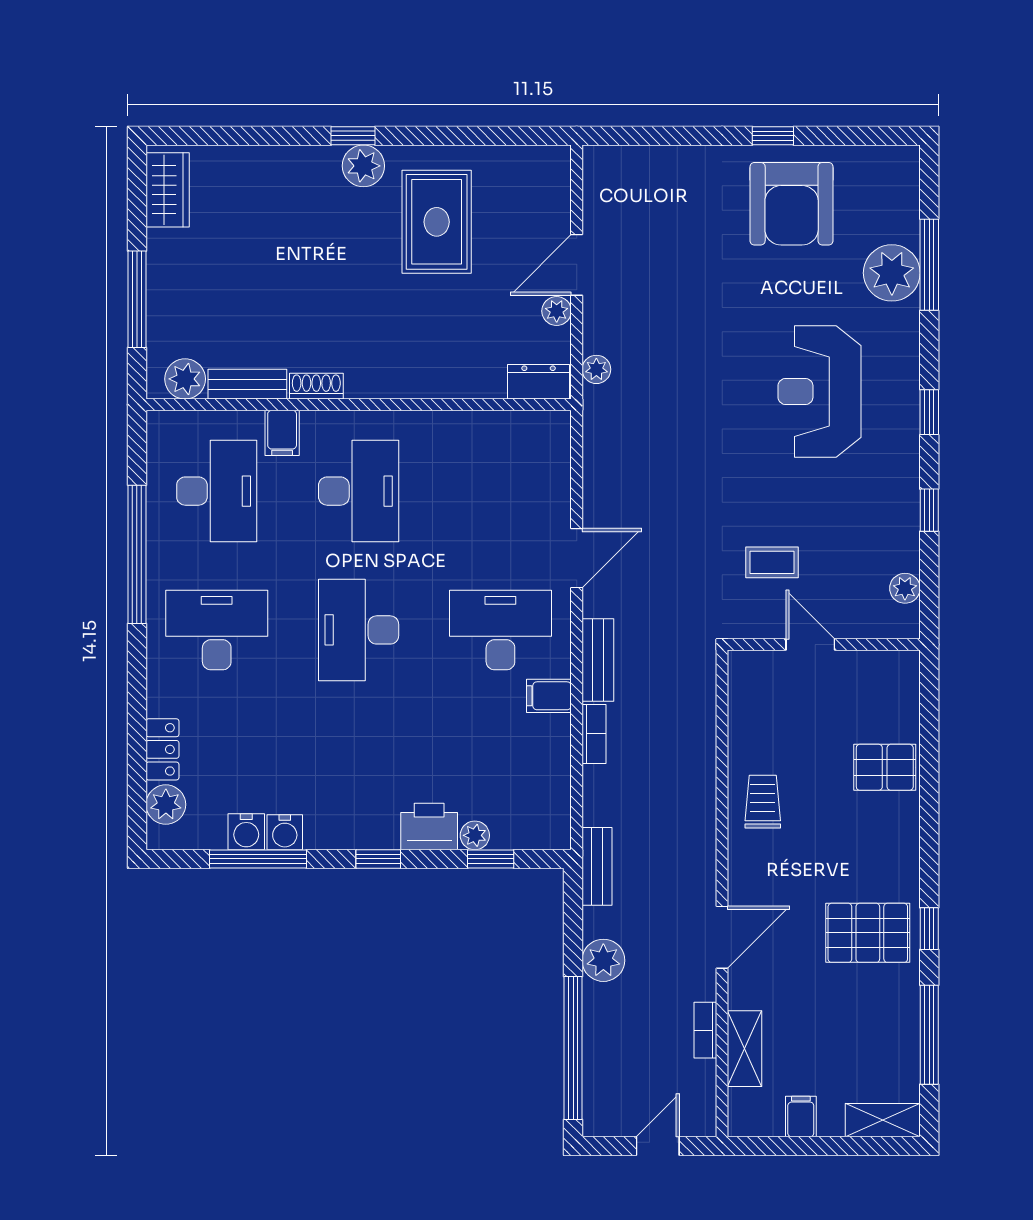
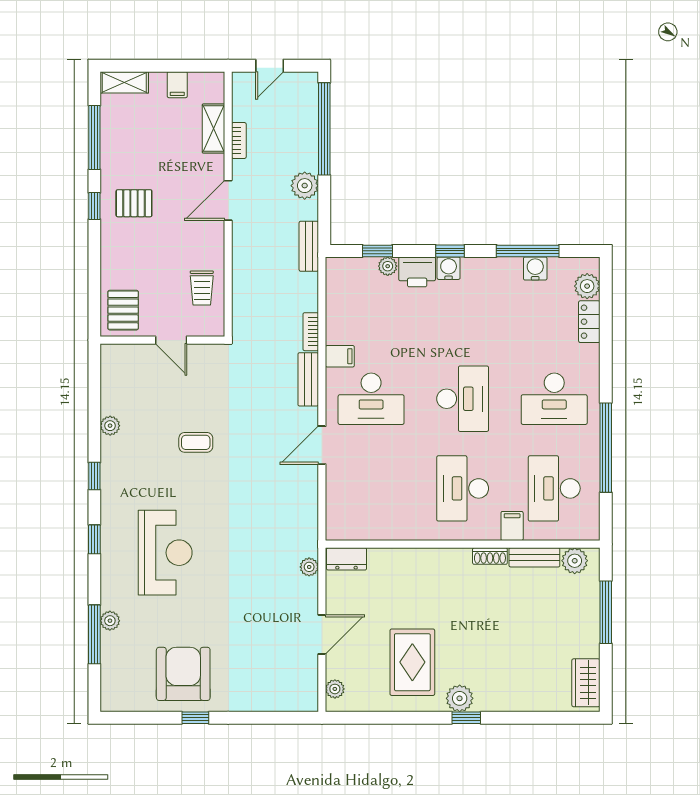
plant: (892, 273) -> (110, 621), width x0.53, depth x0.53
plant: (557, 311) -> (335, 689), moved
door: (810, 645) -> (171, 340), moved
wall: (824, 645) -> (162, 340), moved
pallet: (885, 767) -> (123, 310), turned 90
water cooler: (285, 832) -> (449, 268), moved
pallet: (868, 933) -> (134, 203), width x0.67, depth x0.71

